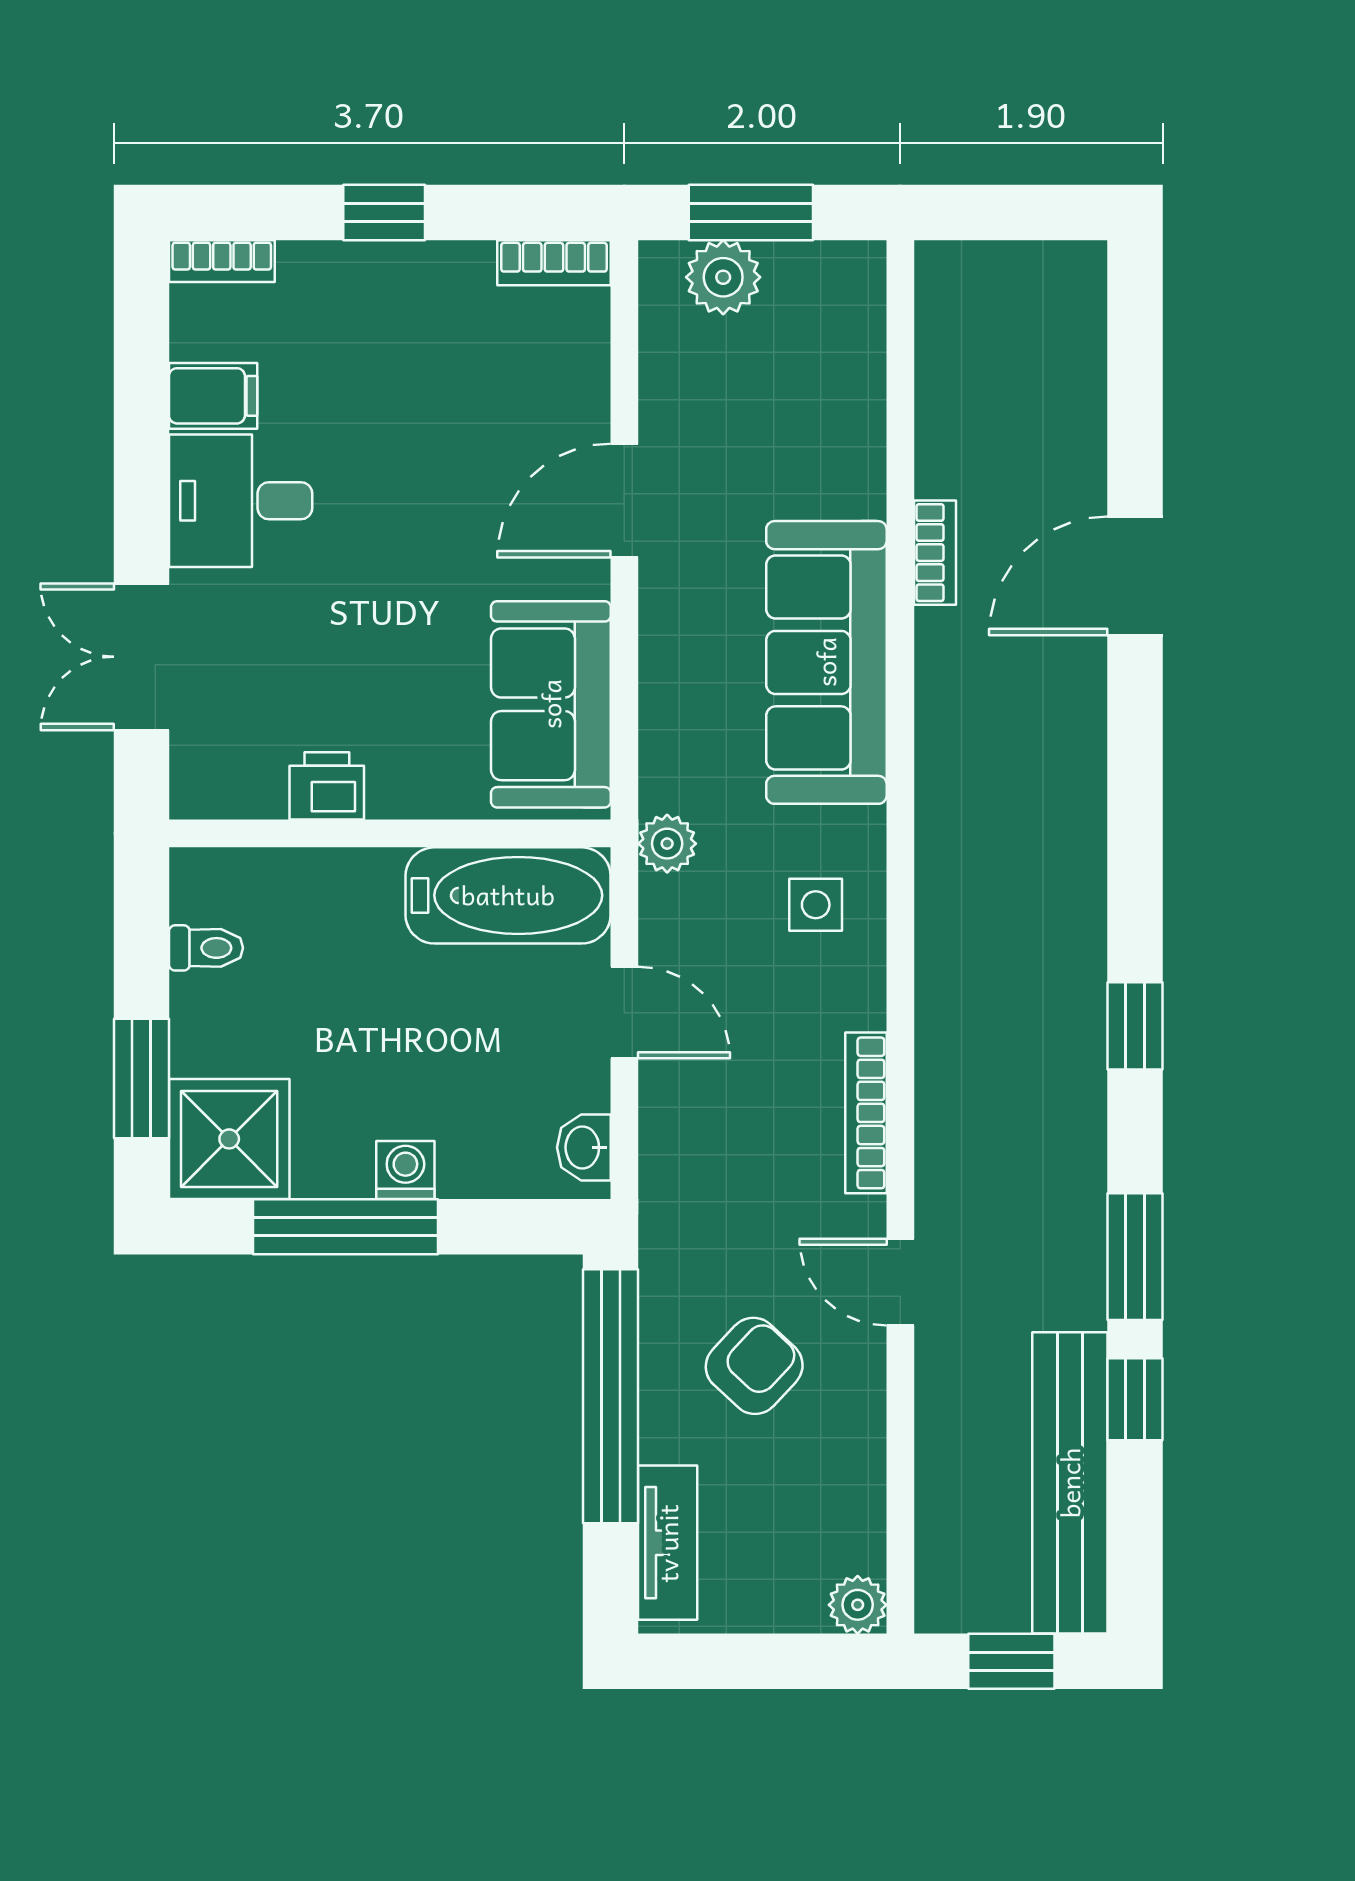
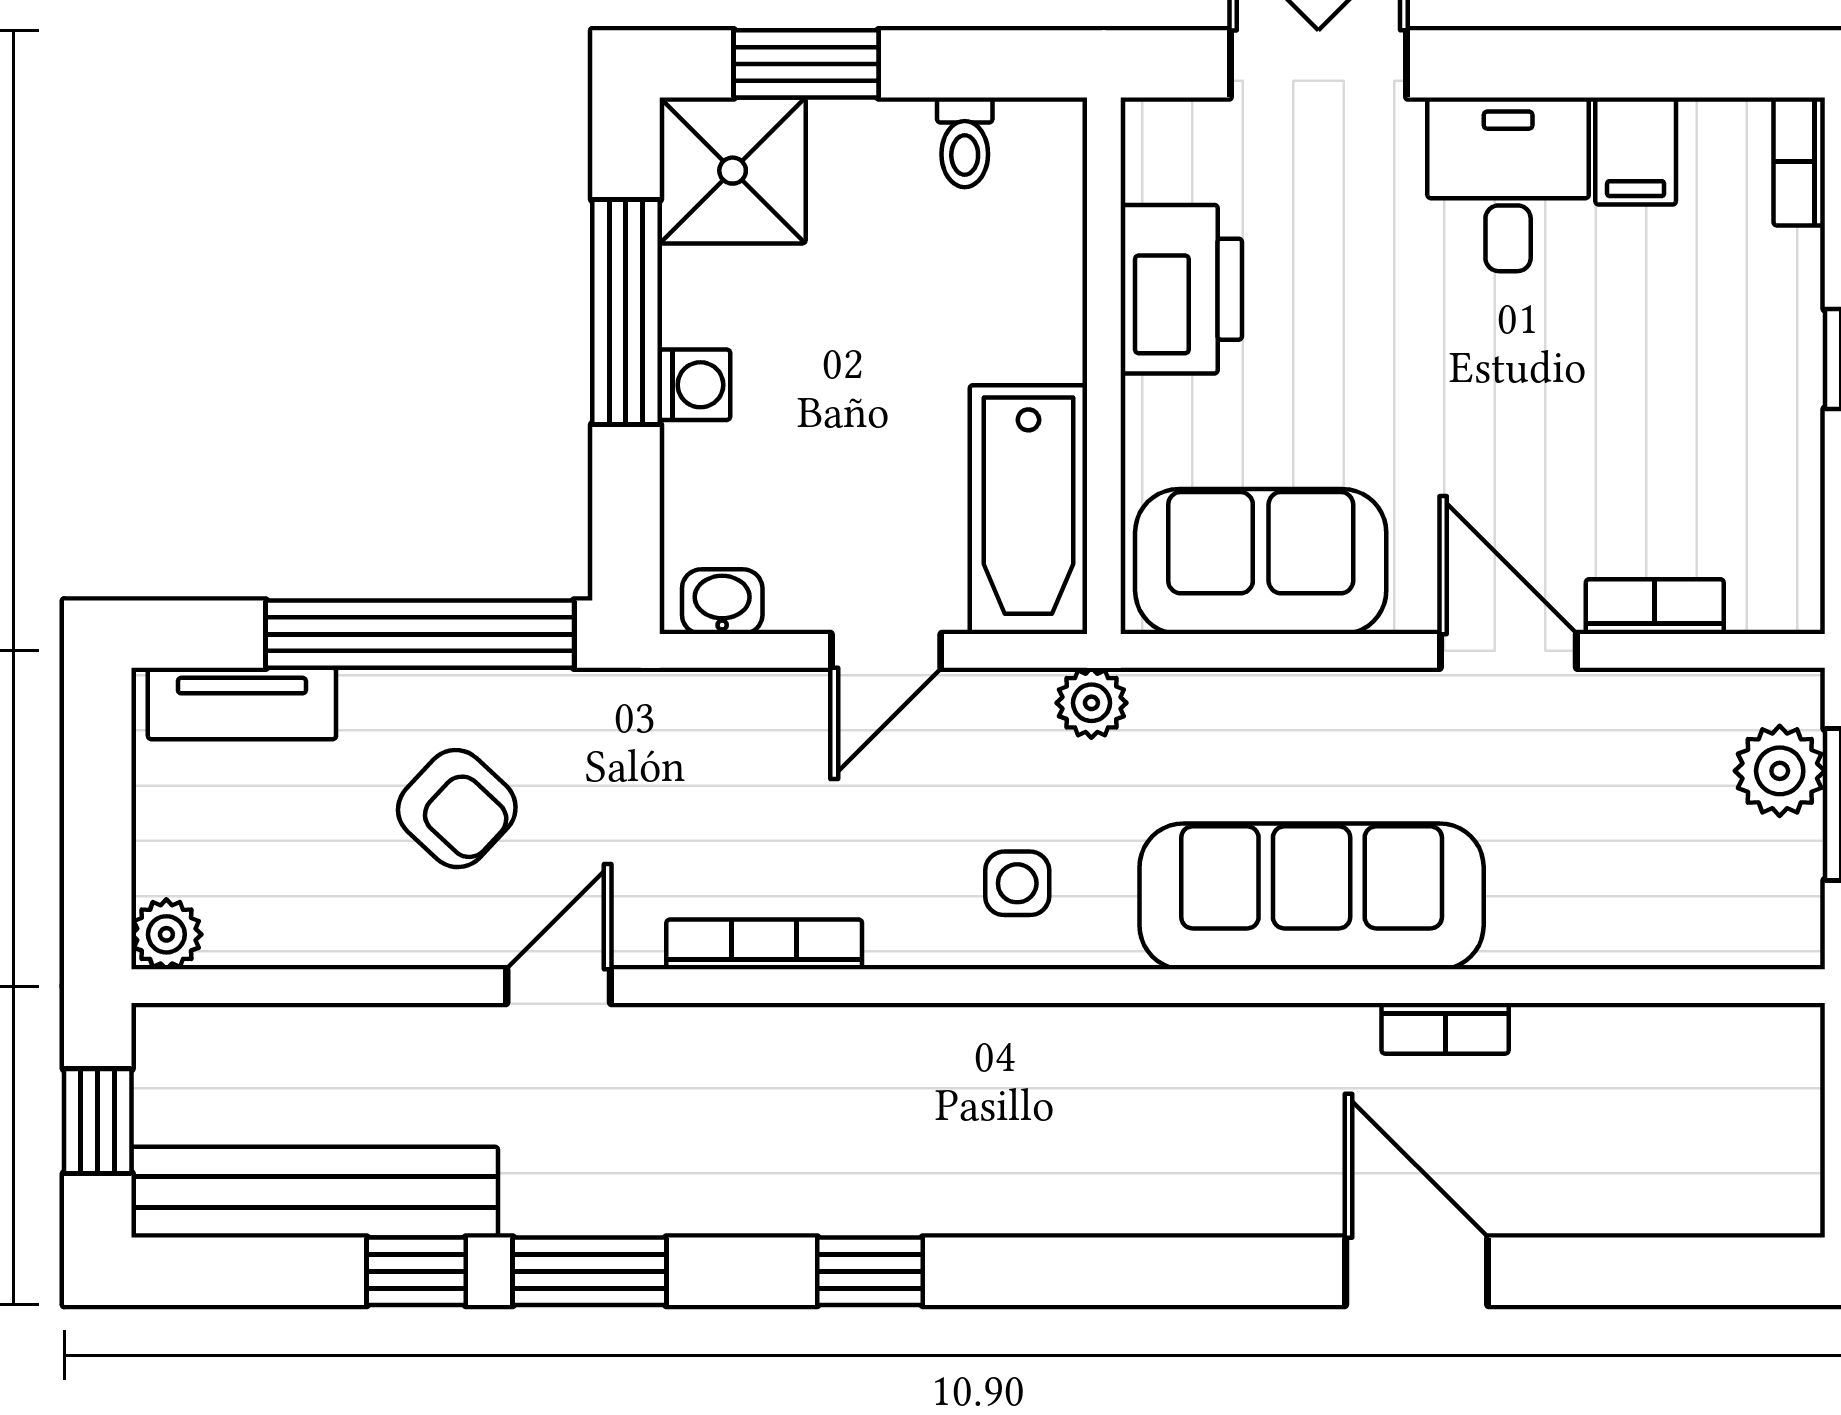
bookcase: (554, 263) -> (1655, 607), moved, turned 90
printer: (327, 786) -> (1181, 289), width x1.87, depth x1.48

